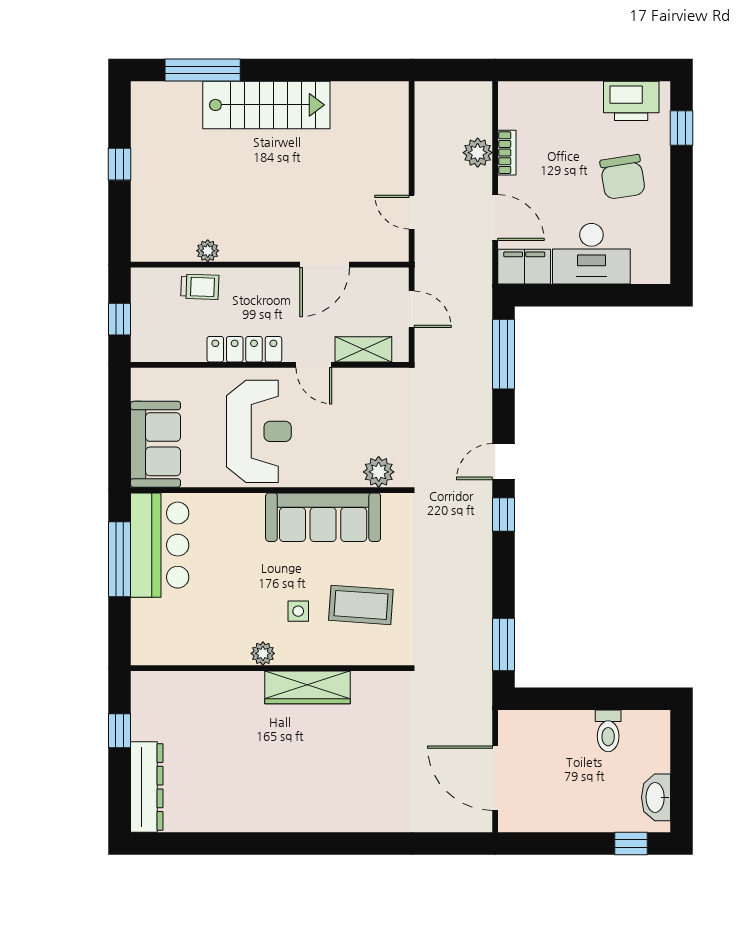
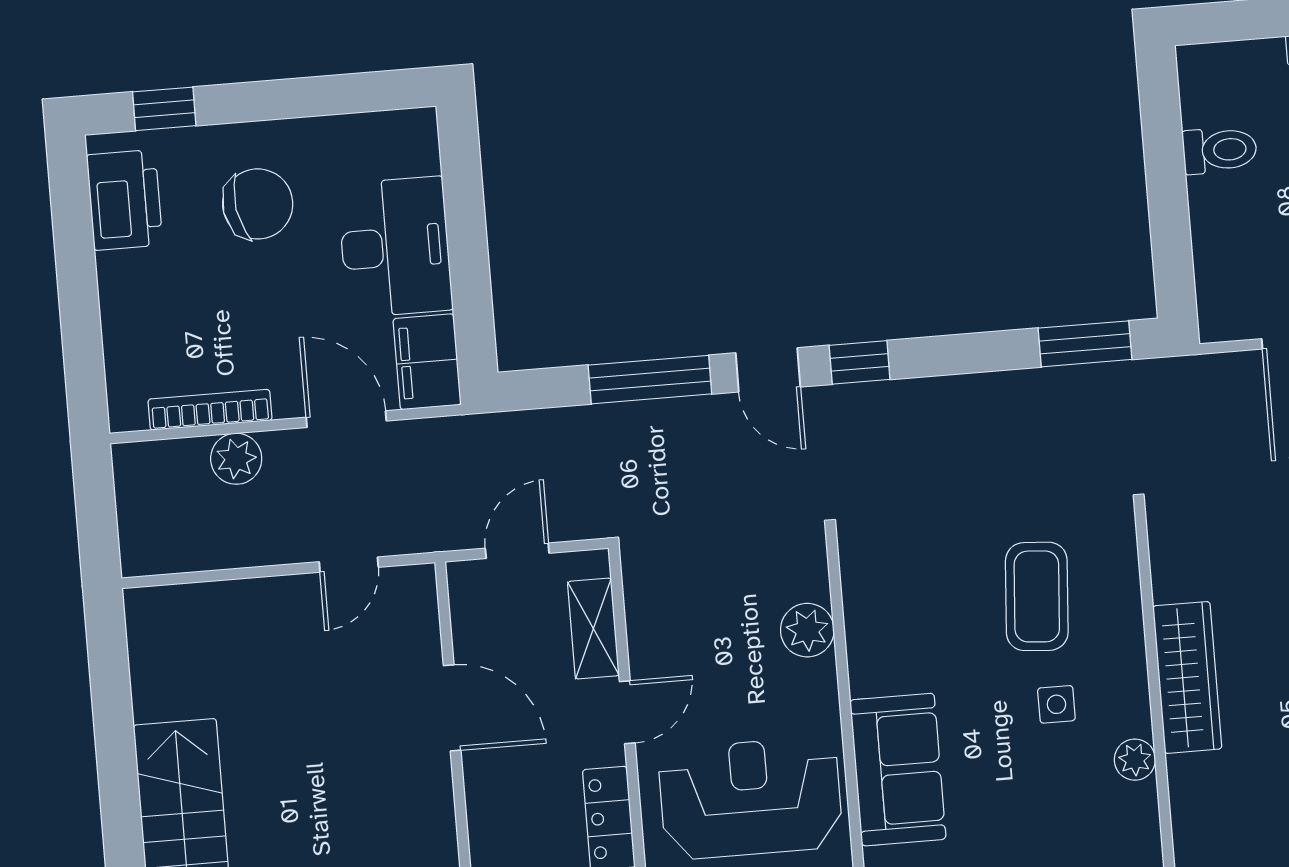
bookcase: (507, 153) -> (210, 410), width x1.56
door: (495, 218) -> (346, 419), hinge flipped
window: (503, 354) -> (650, 380), moved
plant: (379, 472) -> (807, 630), moved
sofa: (323, 517) -> (898, 770), moved, width x0.73

